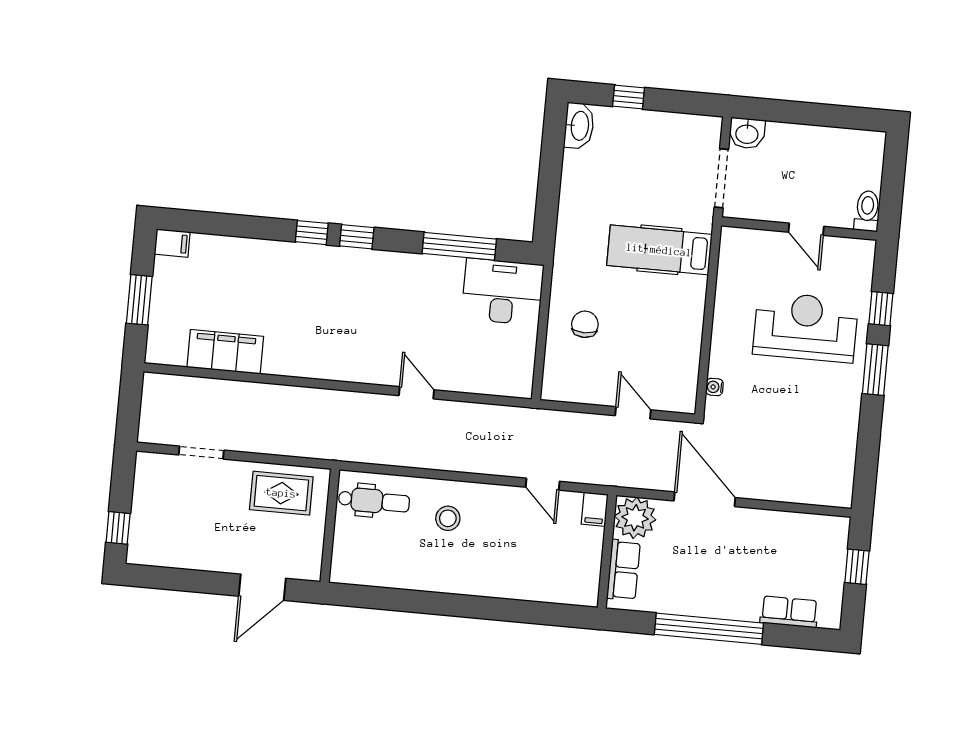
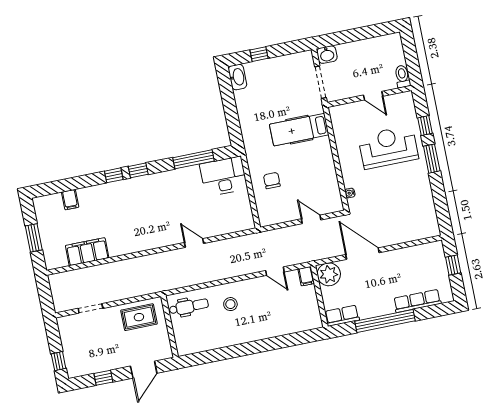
filing cabinet: (172, 243) -> (70, 200), moved, turned 90
row of seats: (624, 570) -> (342, 316), moved, turned -90
window: (188, 580) -> (103, 378), added
row of seats: (789, 612) -> (417, 301), width x1.48

